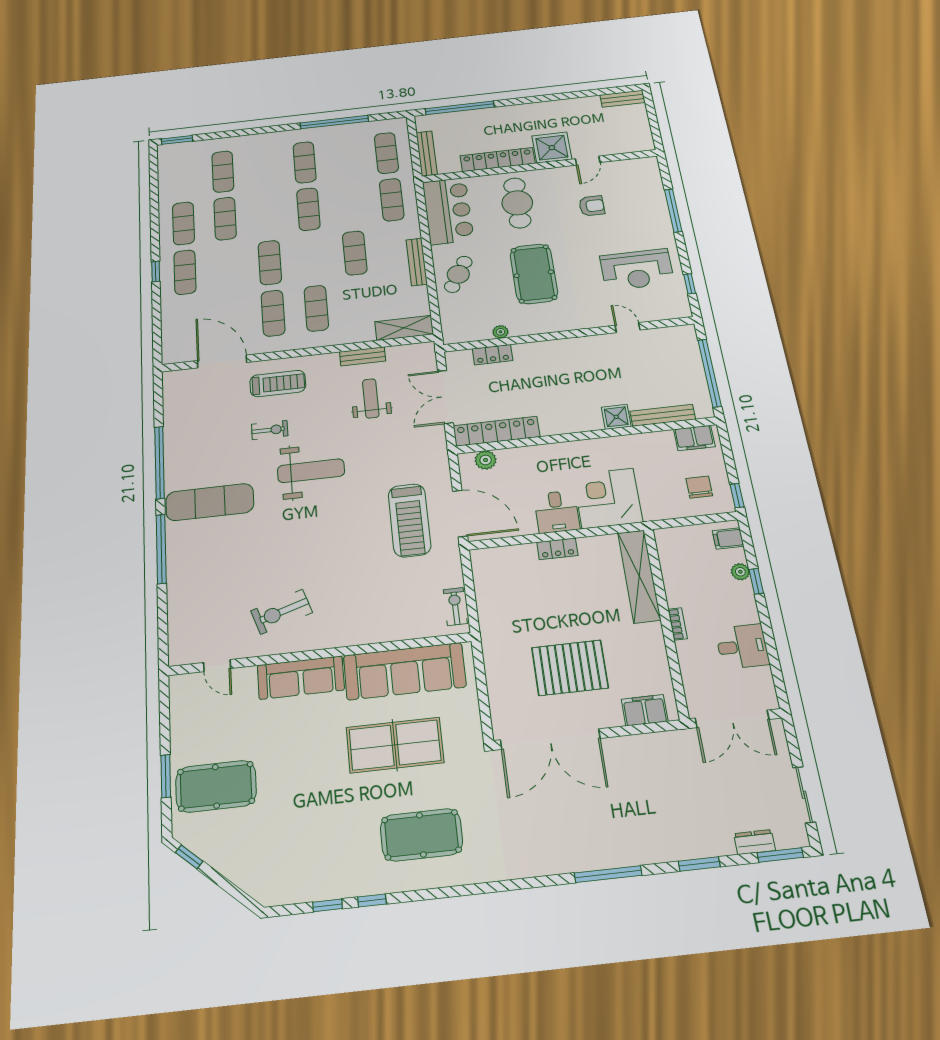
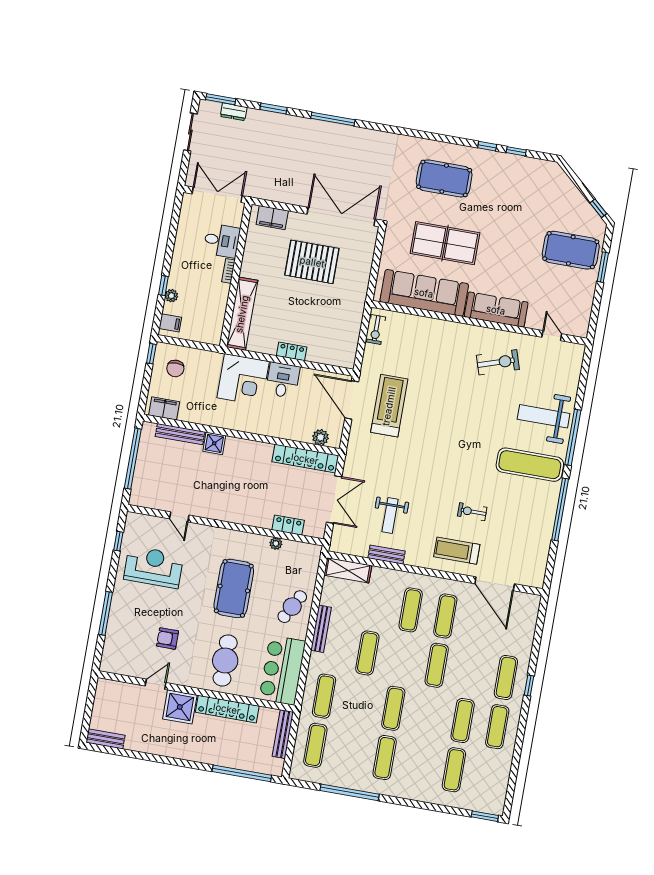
weight bench: (311, 471) -> (544, 416), moved
desk: (742, 646) -> (222, 241), moved, turned 180

